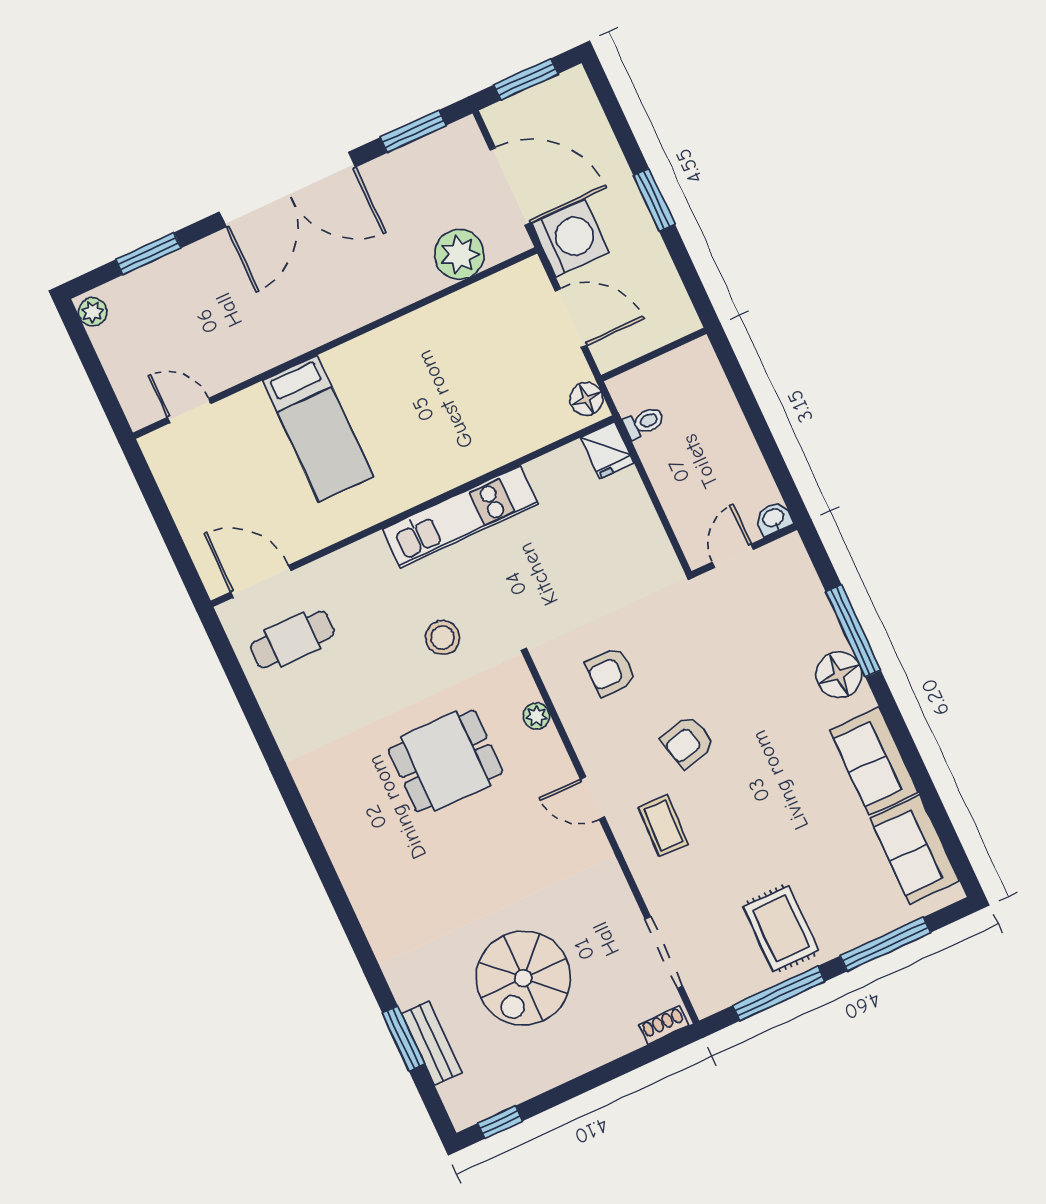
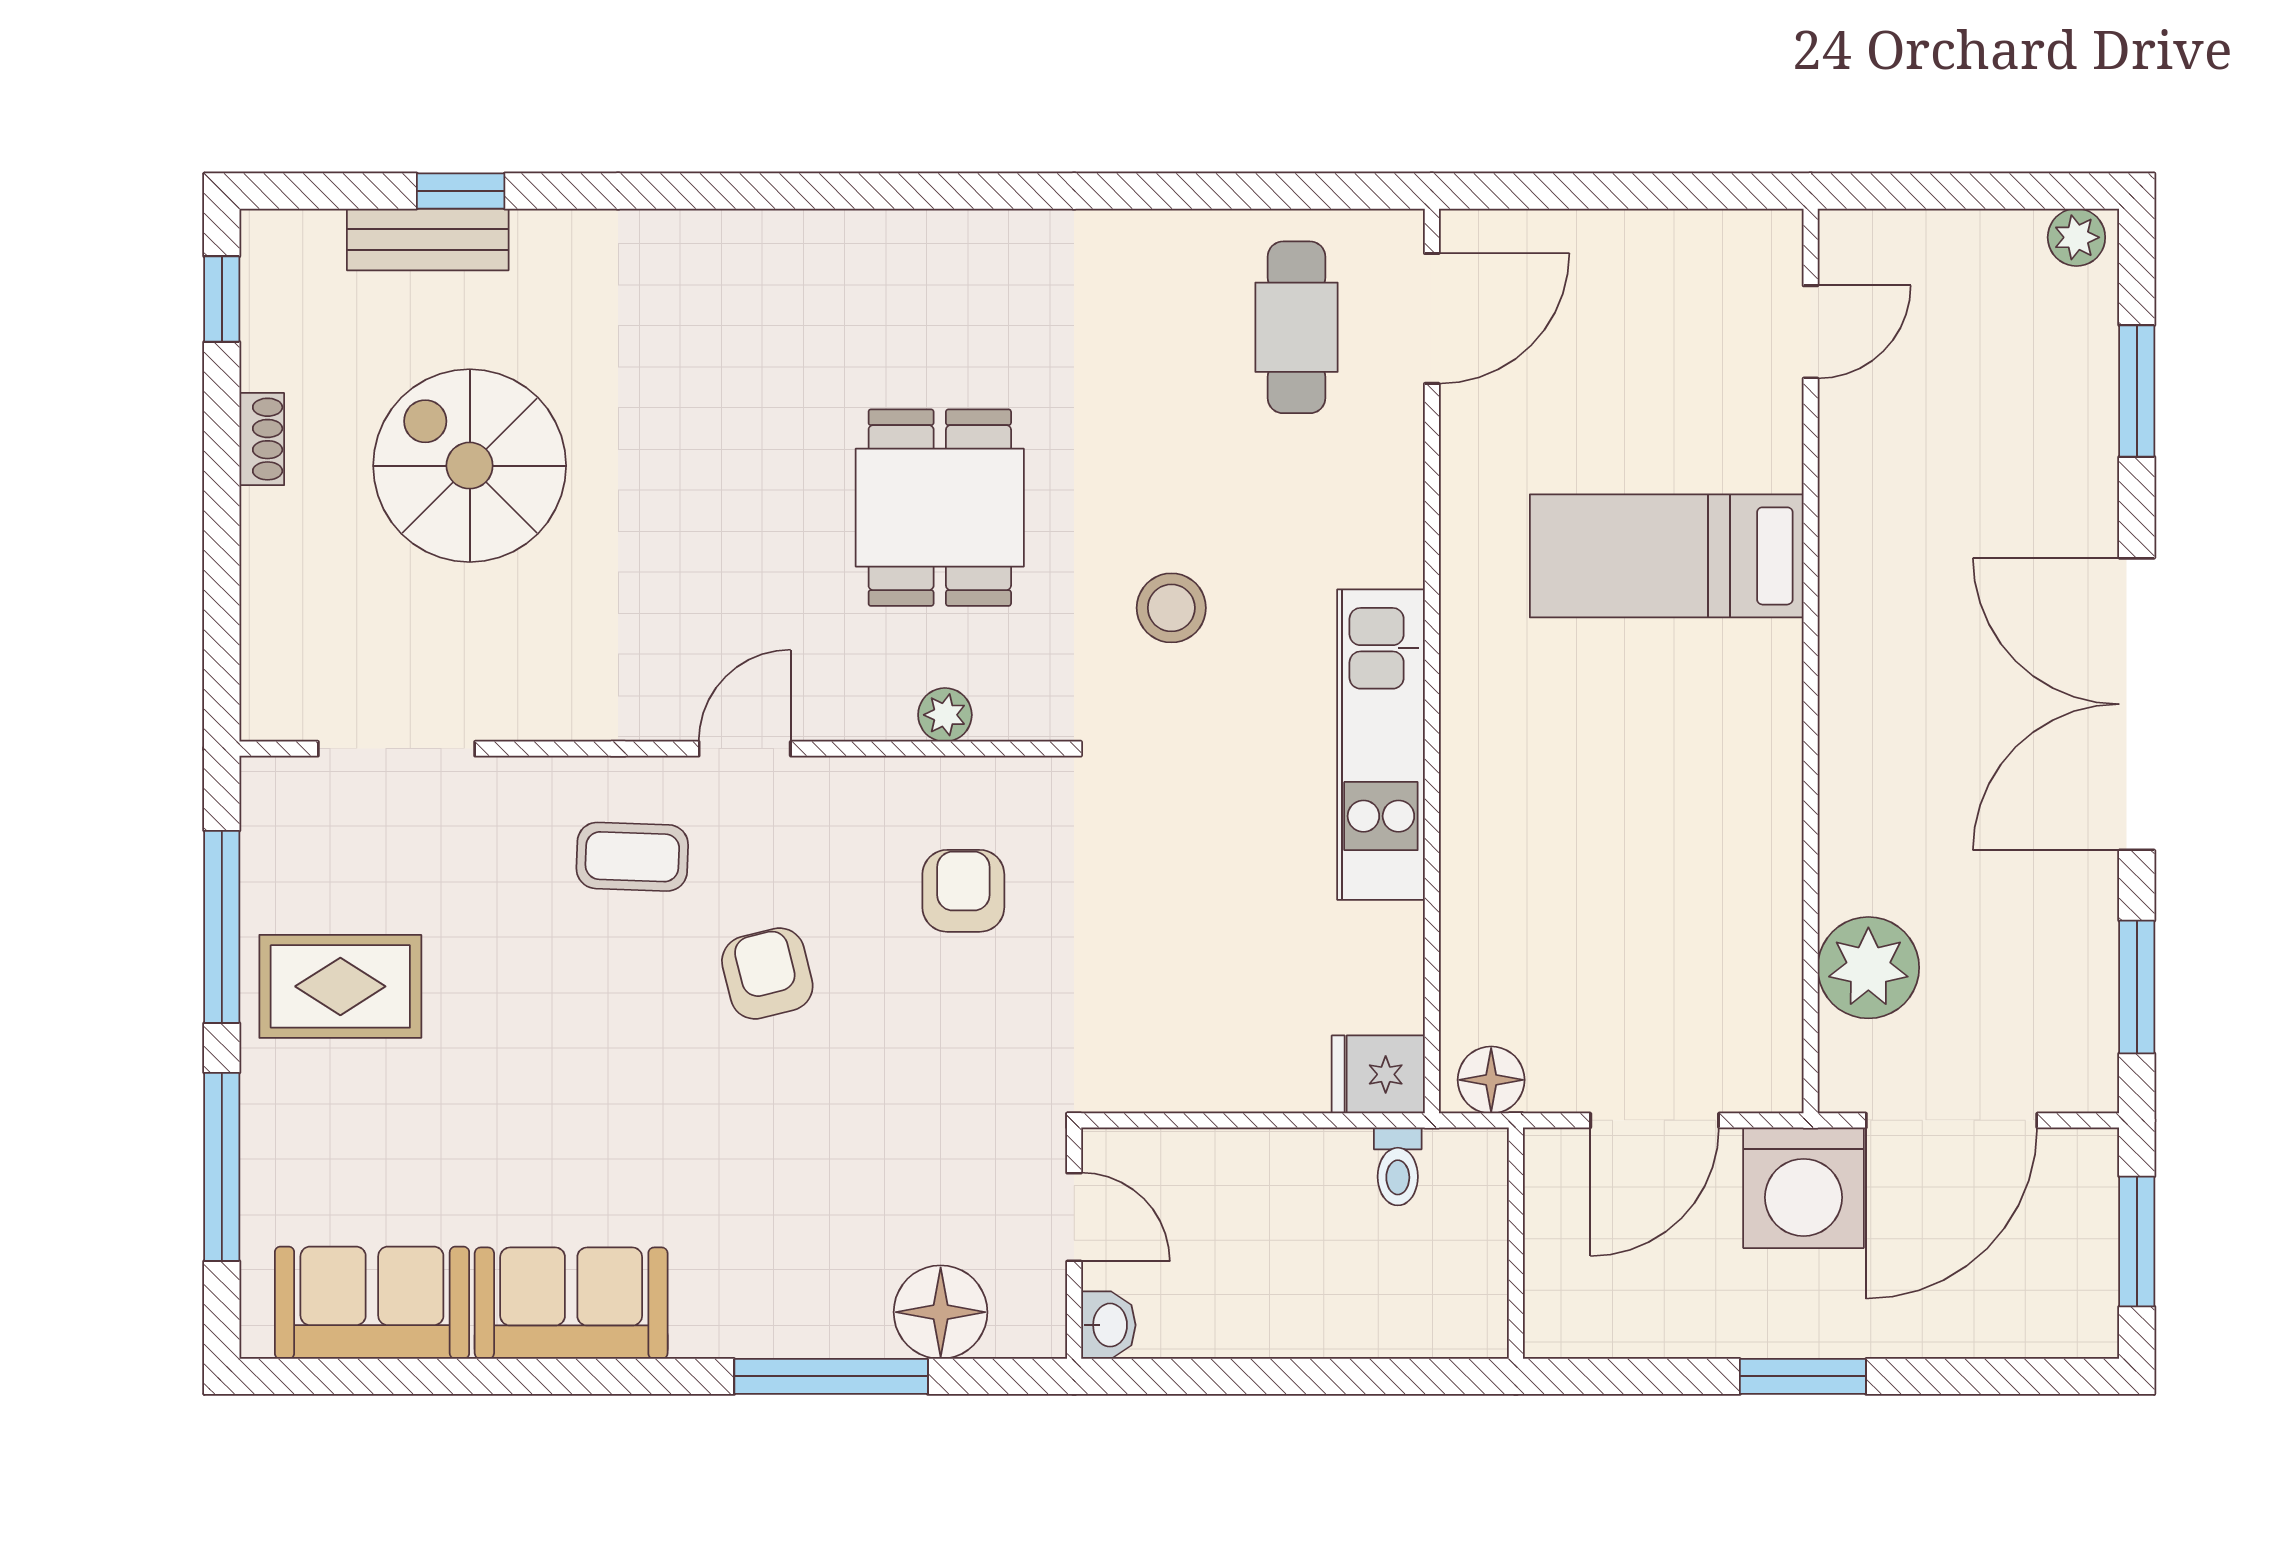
floor lamp: (839, 675) -> (941, 1312), moved
shoe rack: (664, 1025) -> (262, 439), moved
window: (403, 1038) -> (461, 191), width x0.67

